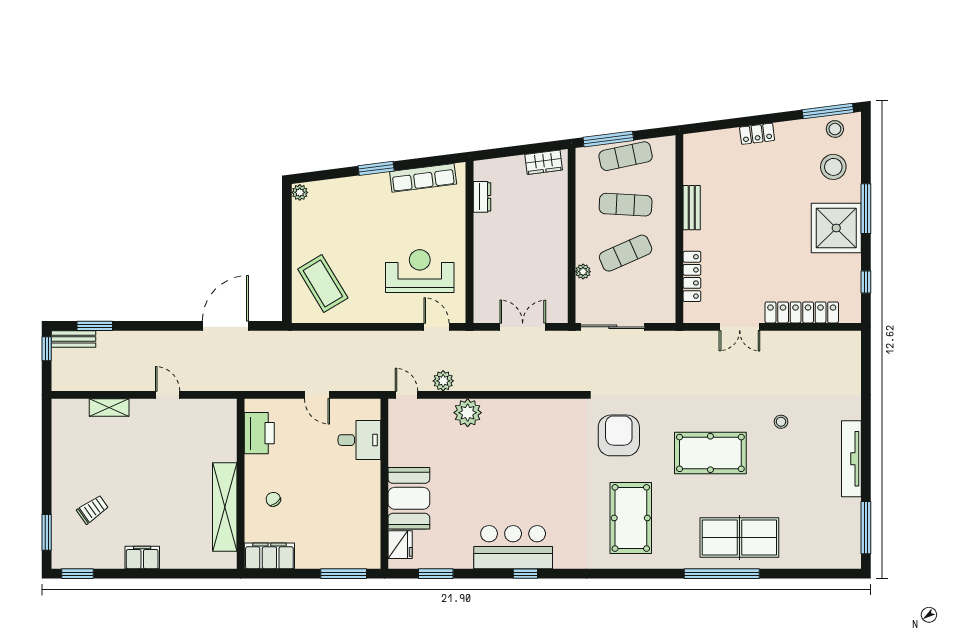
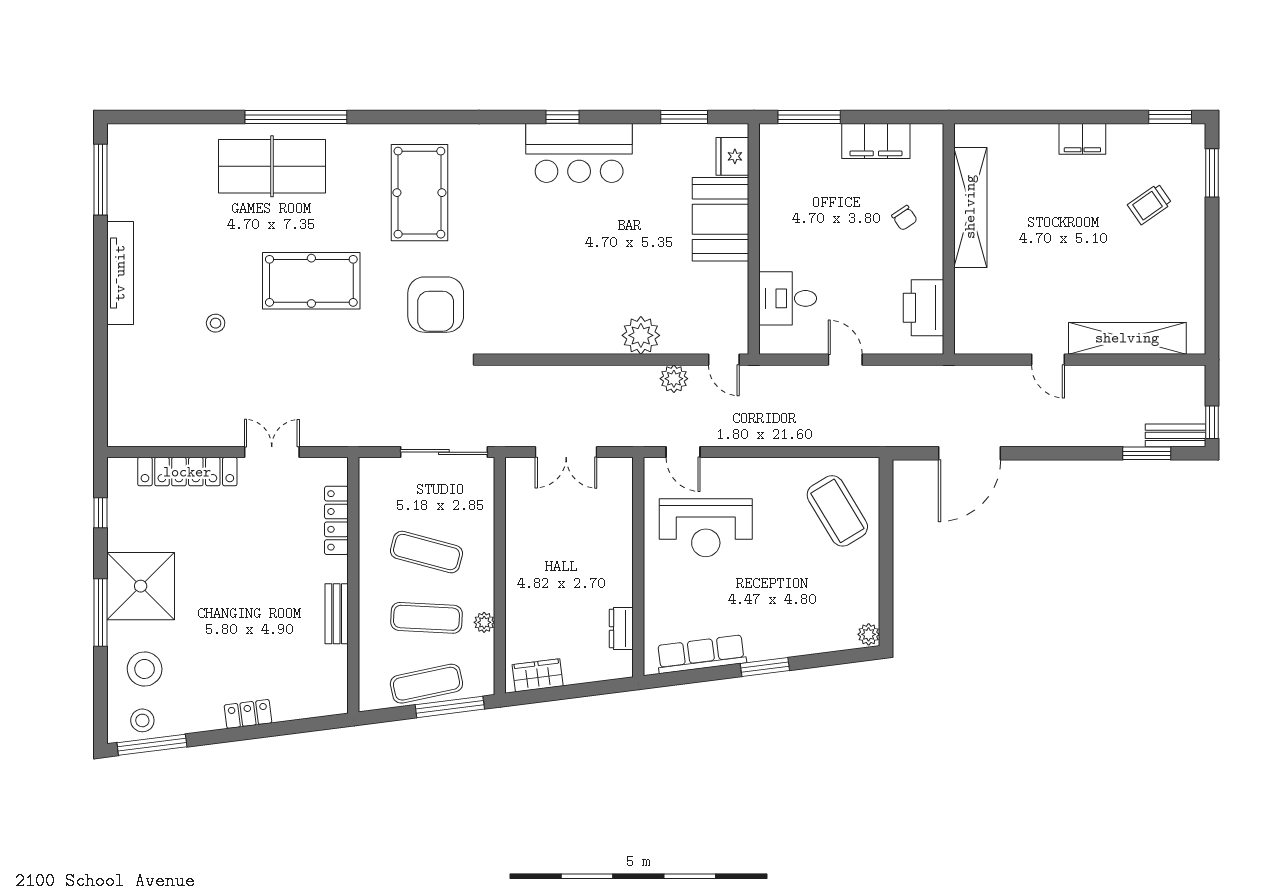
exercise mat: (626, 253) -> (426, 552), turned 39
plant: (583, 272) -> (484, 622), moved
shelving: (109, 408) -> (1127, 338), width x2.20, depth x1.33
filing cabinet: (269, 556) -> (876, 141), moved

